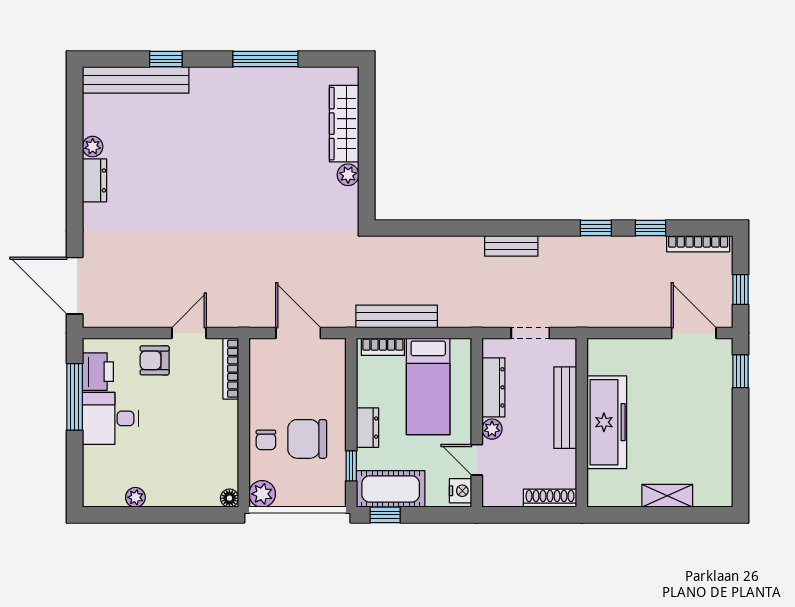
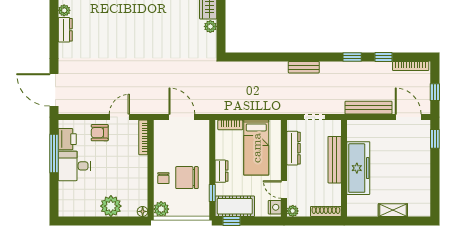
bench: (397, 316) -> (368, 108), moved
plant: (492, 429) -> (293, 211), moved
plant: (135, 497) -> (111, 206), moved, width x1.87, depth x1.87

